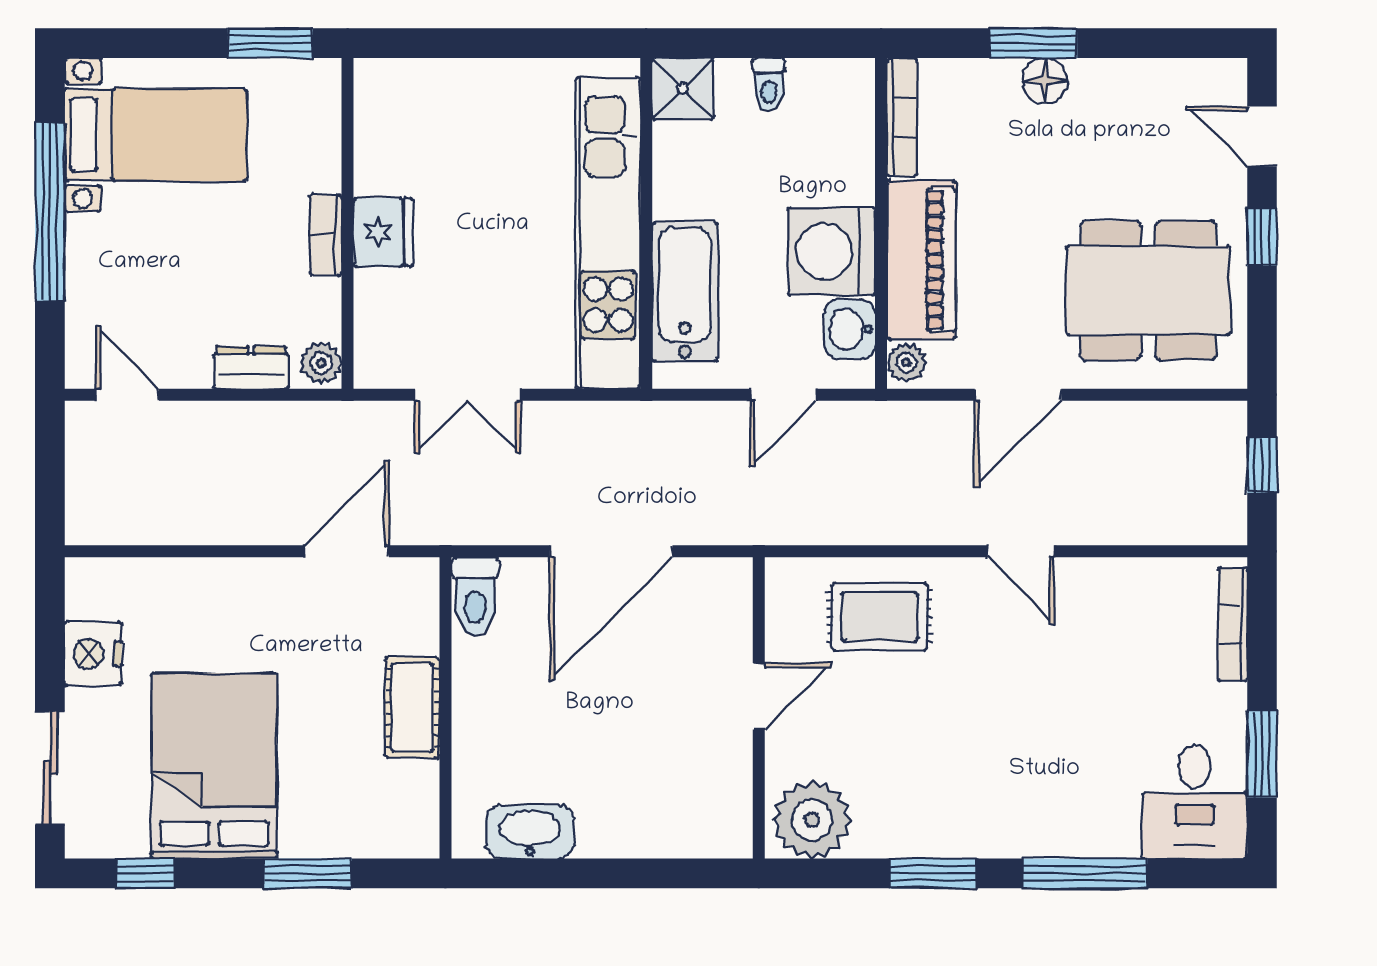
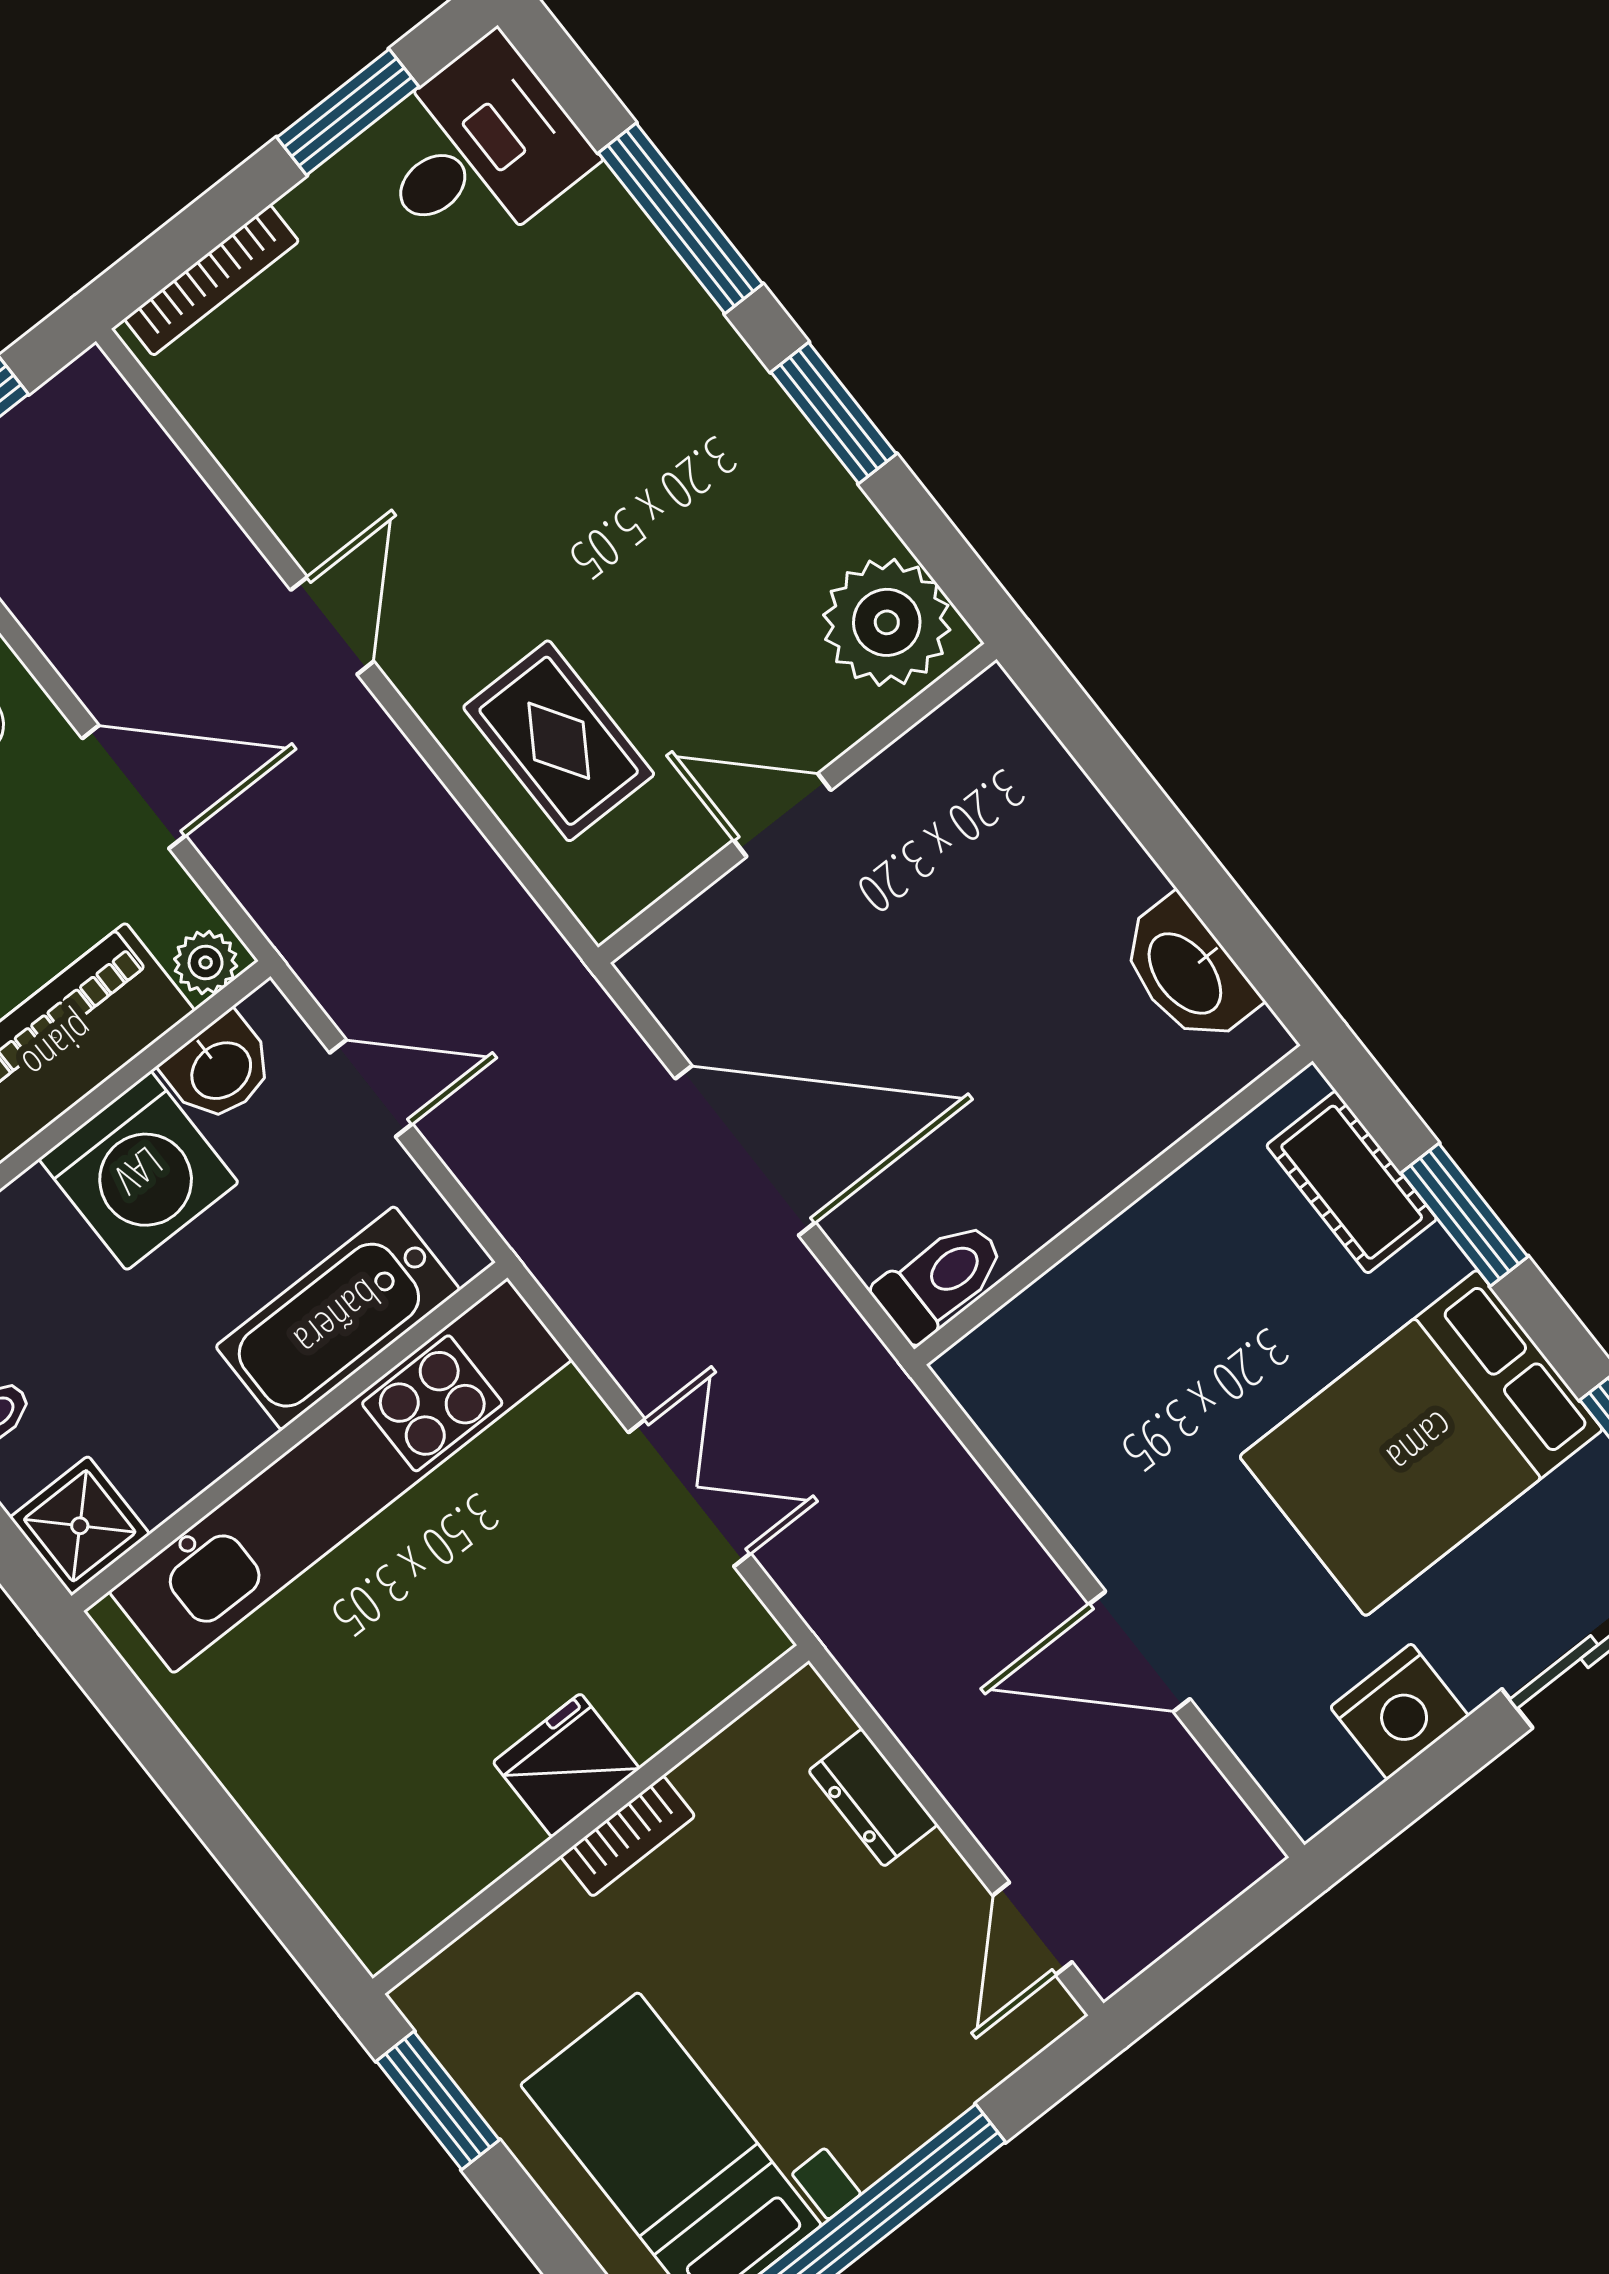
plant: (321, 363) -> (797, 1712), removed
door: (347, 551) -> (1139, 1652), moved
cot: (412, 708) -> (1352, 1182), moved, turned 90

